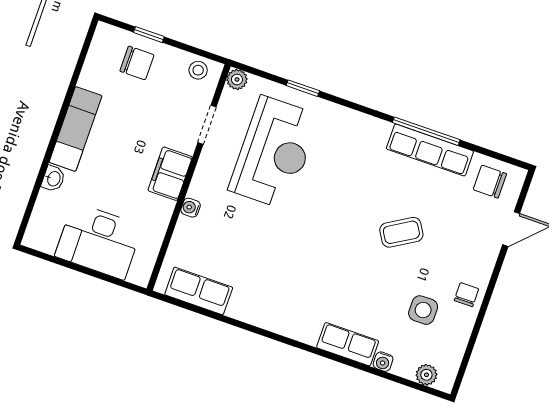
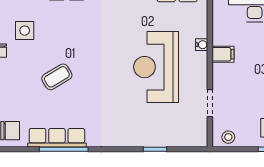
plant: (237, 79) -> (200, 140), removed
reception desk: (274, 153) -> (156, 67), moved
filing cabinet: (170, 174) -> (223, 54), width x0.50

